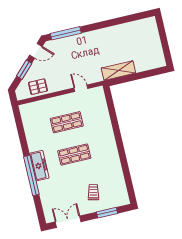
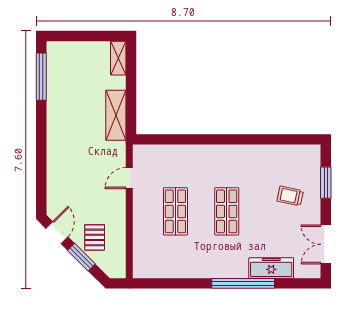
window: (66, 33) -> (41, 77), moved
shelving: (155, 64) -> (118, 58), added
pallet: (38, 87) -> (95, 237), moved
freezer: (39, 166) -> (271, 268), moved

